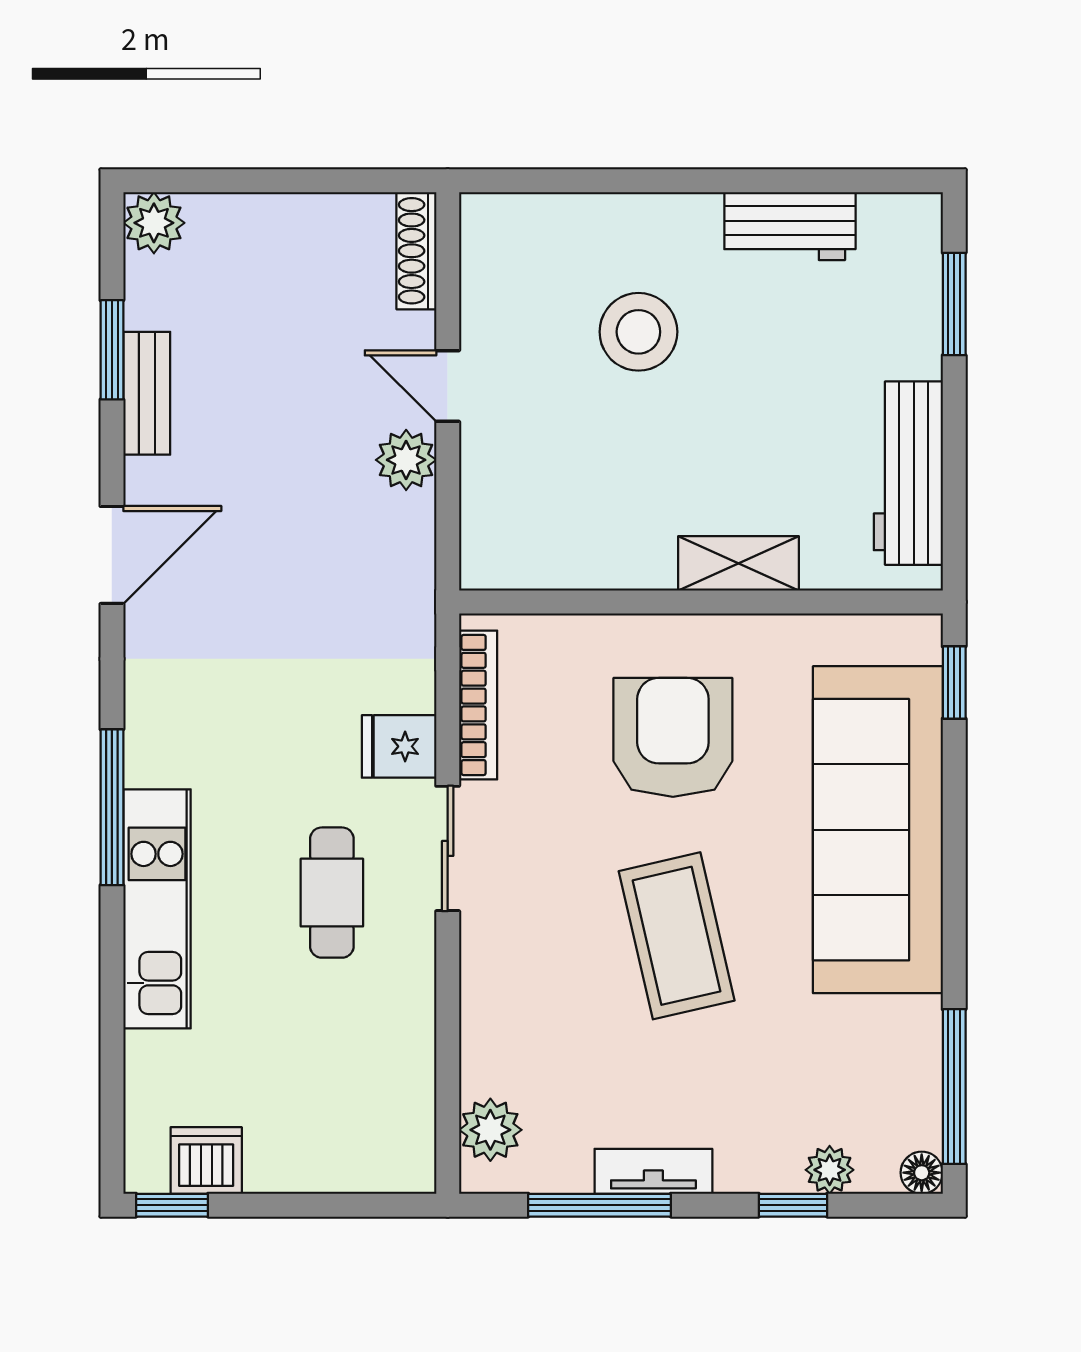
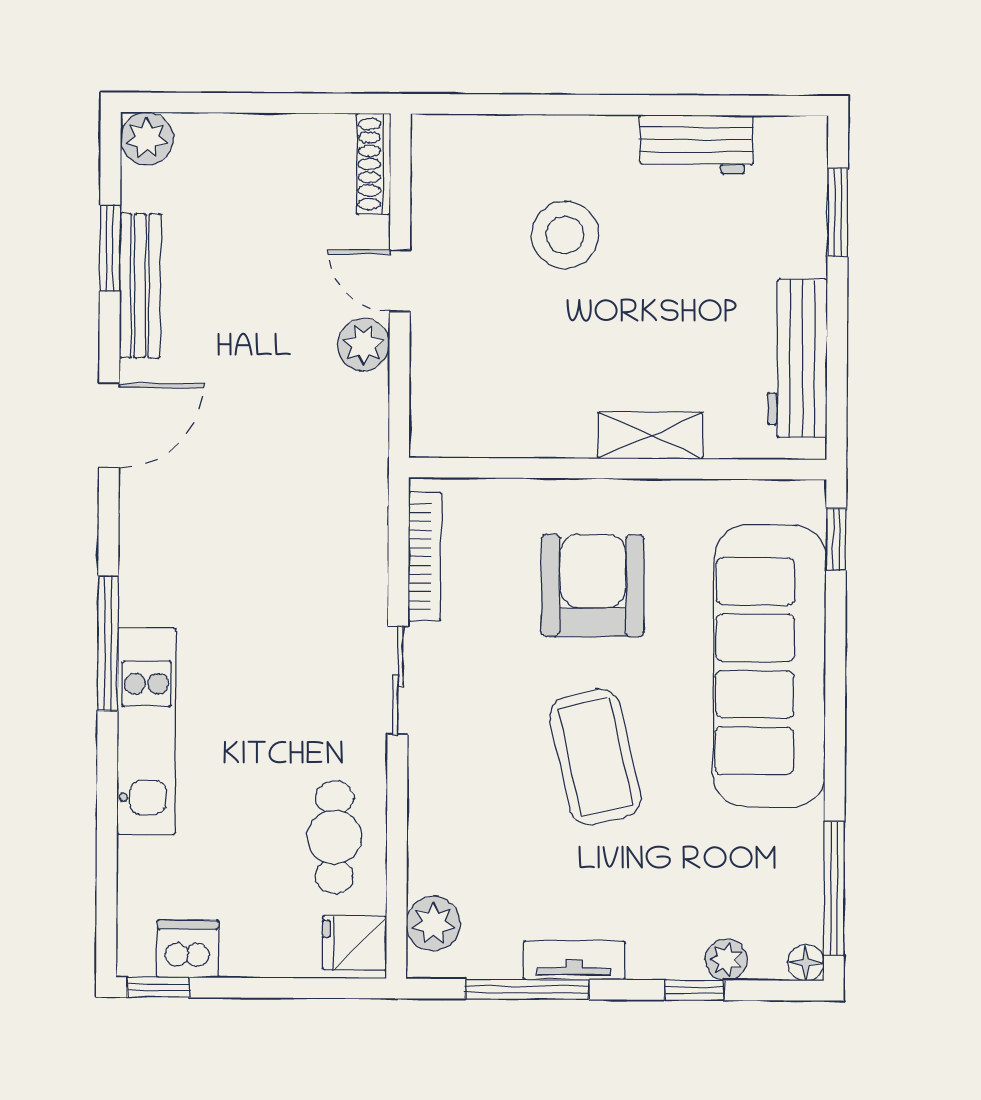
bench: (147, 393) -> (140, 286), width x1.36
fridge: (399, 746) -> (354, 943), moved
cafe table: (332, 893) -> (334, 837), moved

